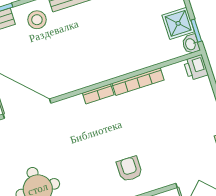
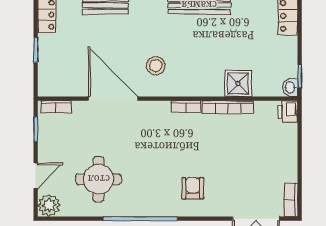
stool: (37, 20) -> (156, 66), moved
shower: (178, 23) -> (238, 84), moved

